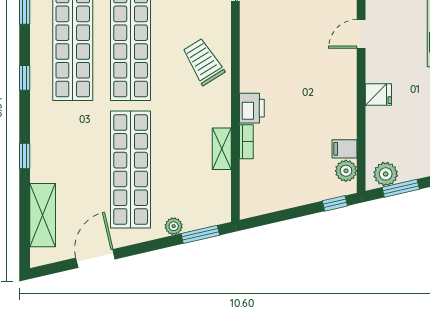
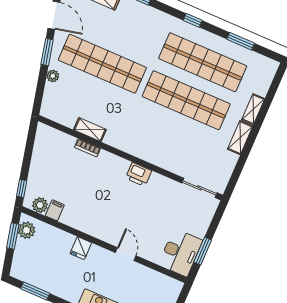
trolley: (203, 62) -> (152, 142), removed
printer: (252, 108) -> (139, 174), moved
window: (200, 234) -> (47, 52), moved

